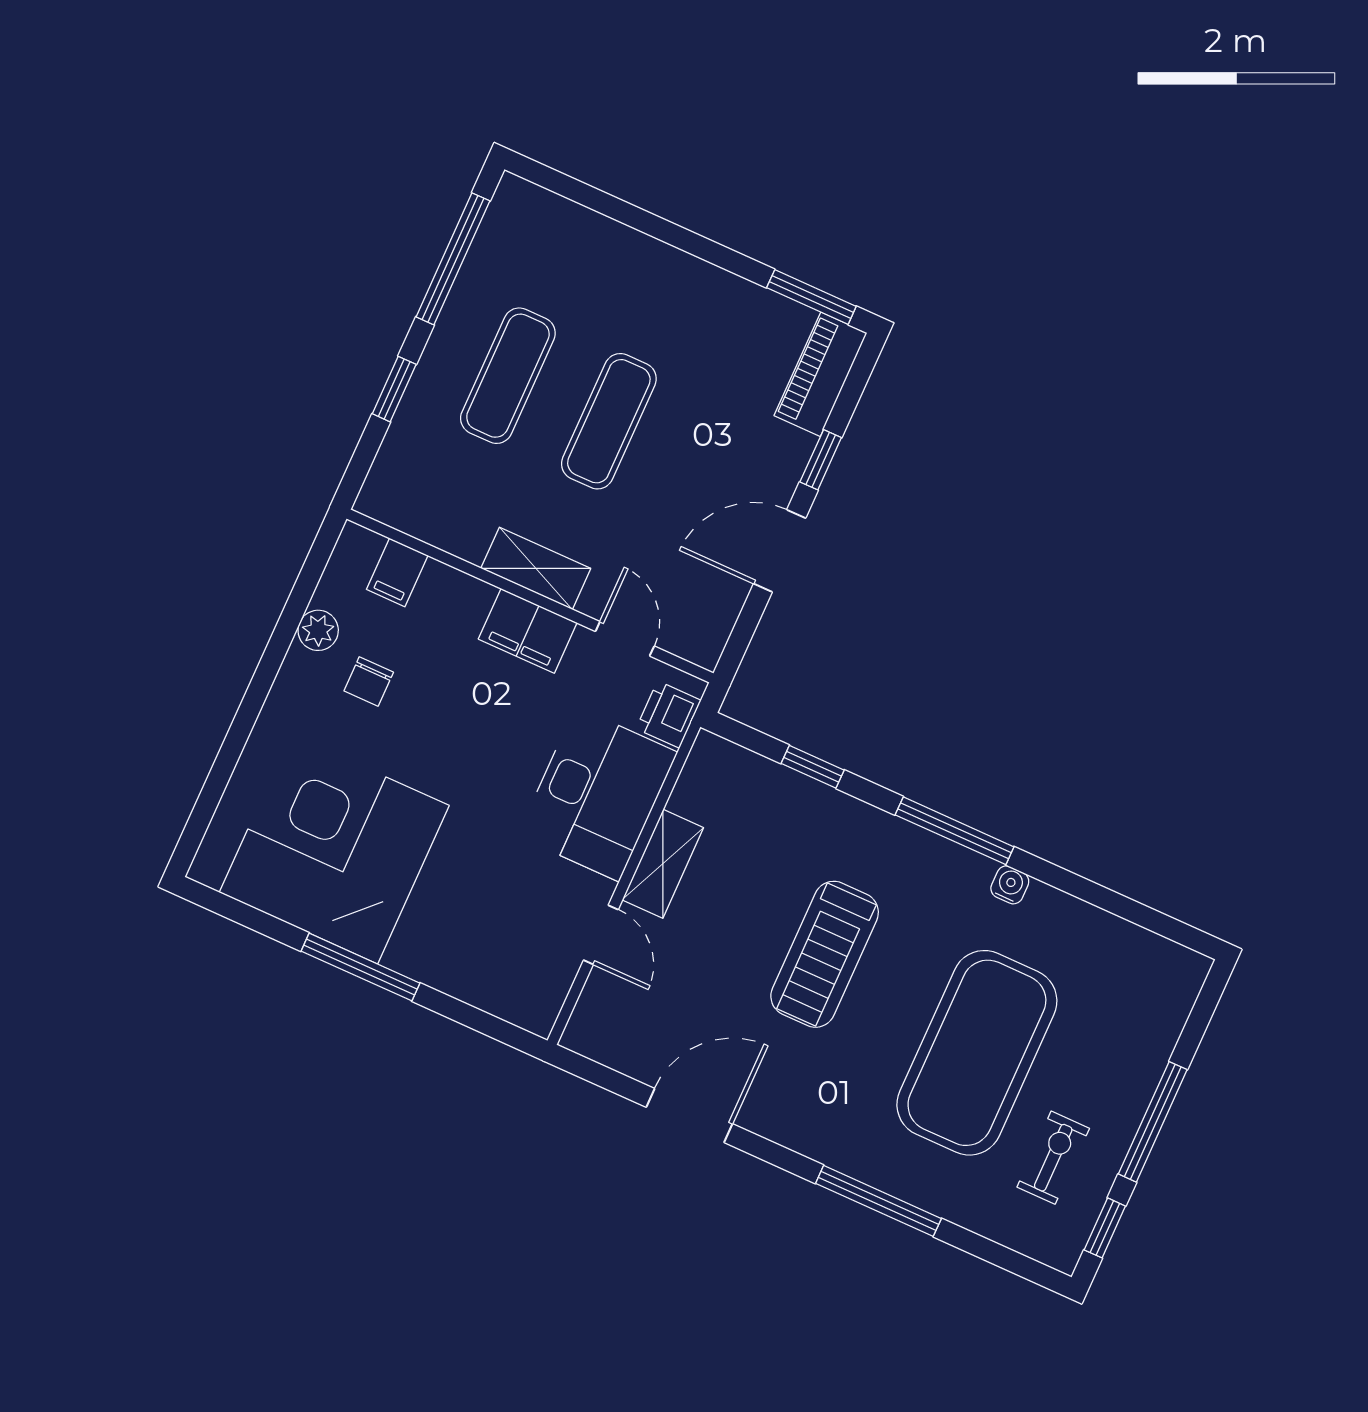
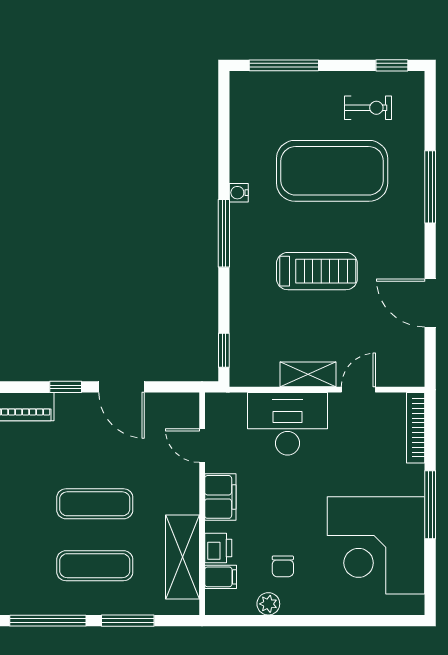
window: (394, 389) -> (128, 621), width x1.50
shelving: (536, 568) -> (182, 557), moved, width x1.50, depth x1.33
door: (625, 639) -> (202, 446), hinge flipped
chair: (369, 682) -> (283, 566), turned 90
printer: (669, 714) -> (218, 548), moved, turned -90
window: (813, 767) -> (224, 350), moved
bookcase: (497, 1000) -> (416, 428), added
window: (1153, 1122) -> (284, 65), moved
exercise bike: (1053, 1158) -> (368, 108), turned 180

